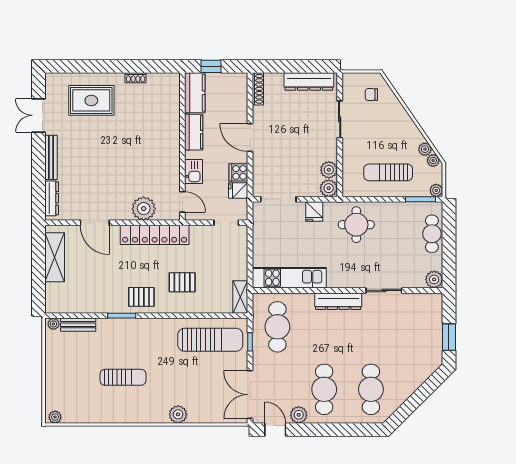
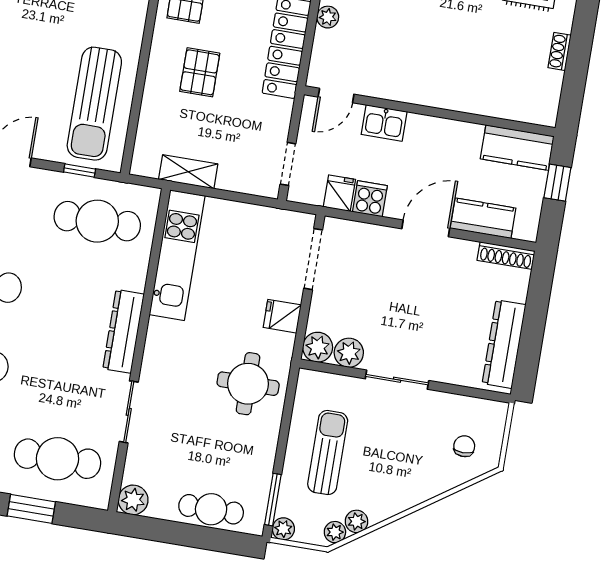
sliding door: (340, 119) -> (397, 380), moved
kitchen counter: (194, 132) -> (483, 218), moved, turned 180
plant: (144, 209) -> (328, 17), width x0.53, depth x0.53
shelving: (240, 297) -> (188, 172), moved
cafe table: (418, 327) -> (57, 459), added

